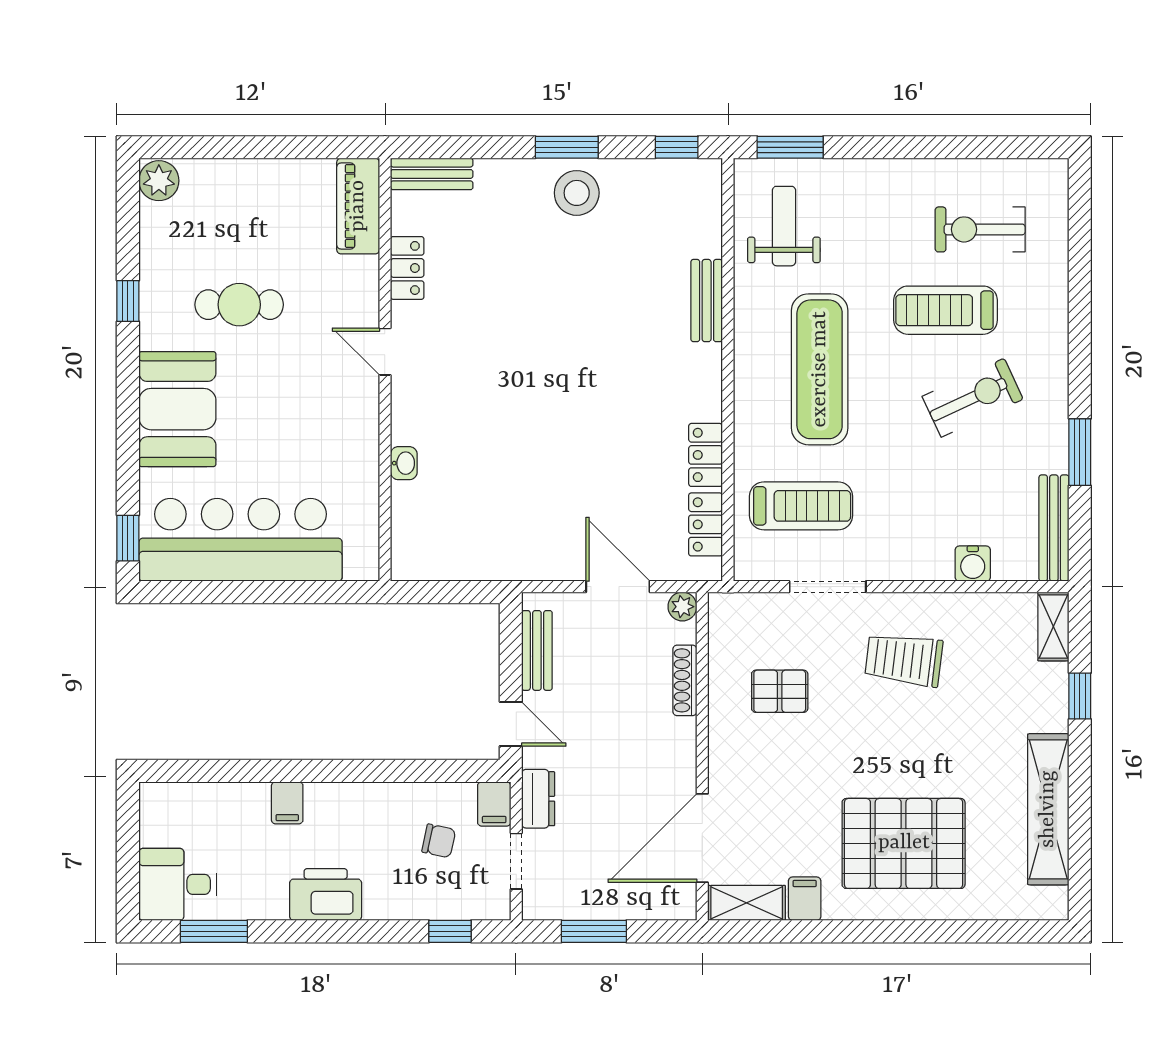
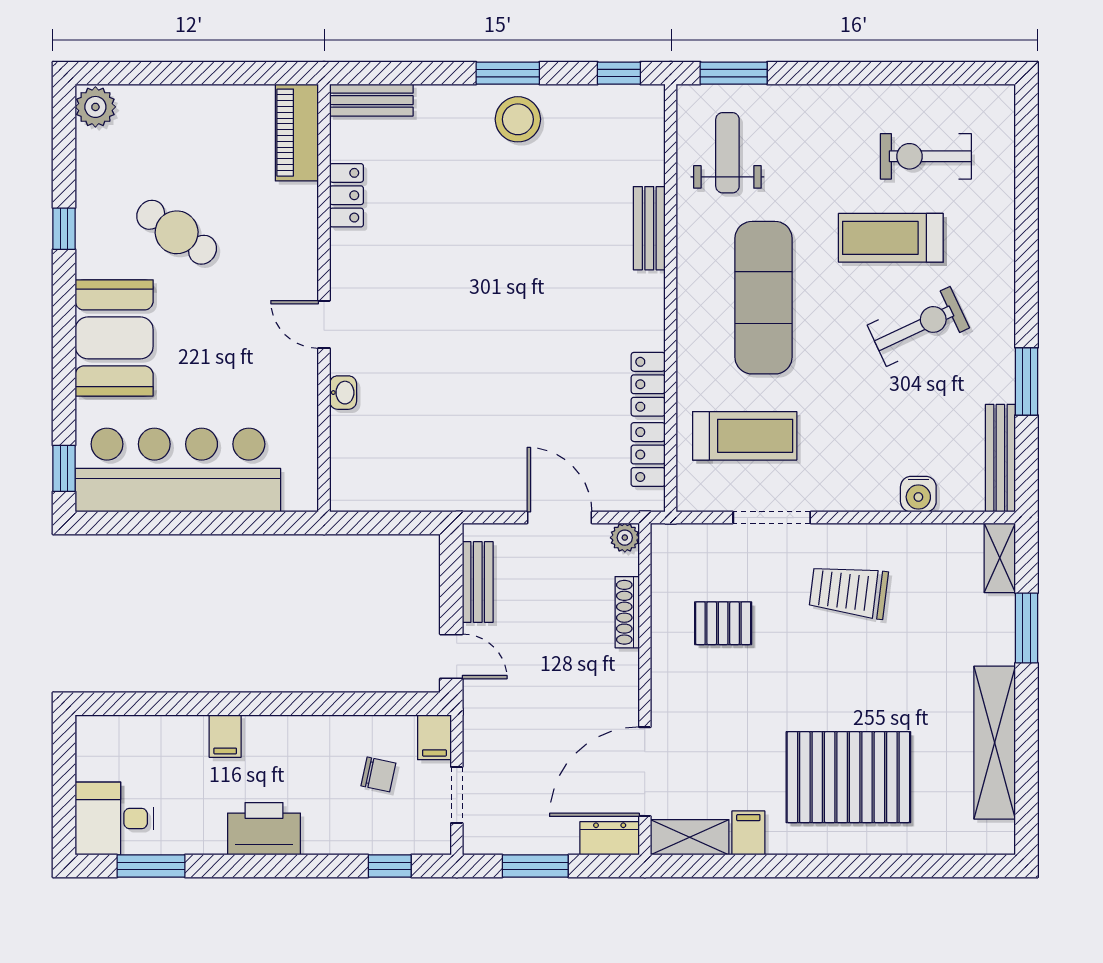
cafe table: (239, 305) -> (177, 232), turned 34
door: (385, 352) -> (324, 324), moved
window: (1080, 696) -> (1027, 628), width x1.50
dresser: (538, 799) -> (610, 838), moved, turned -90

